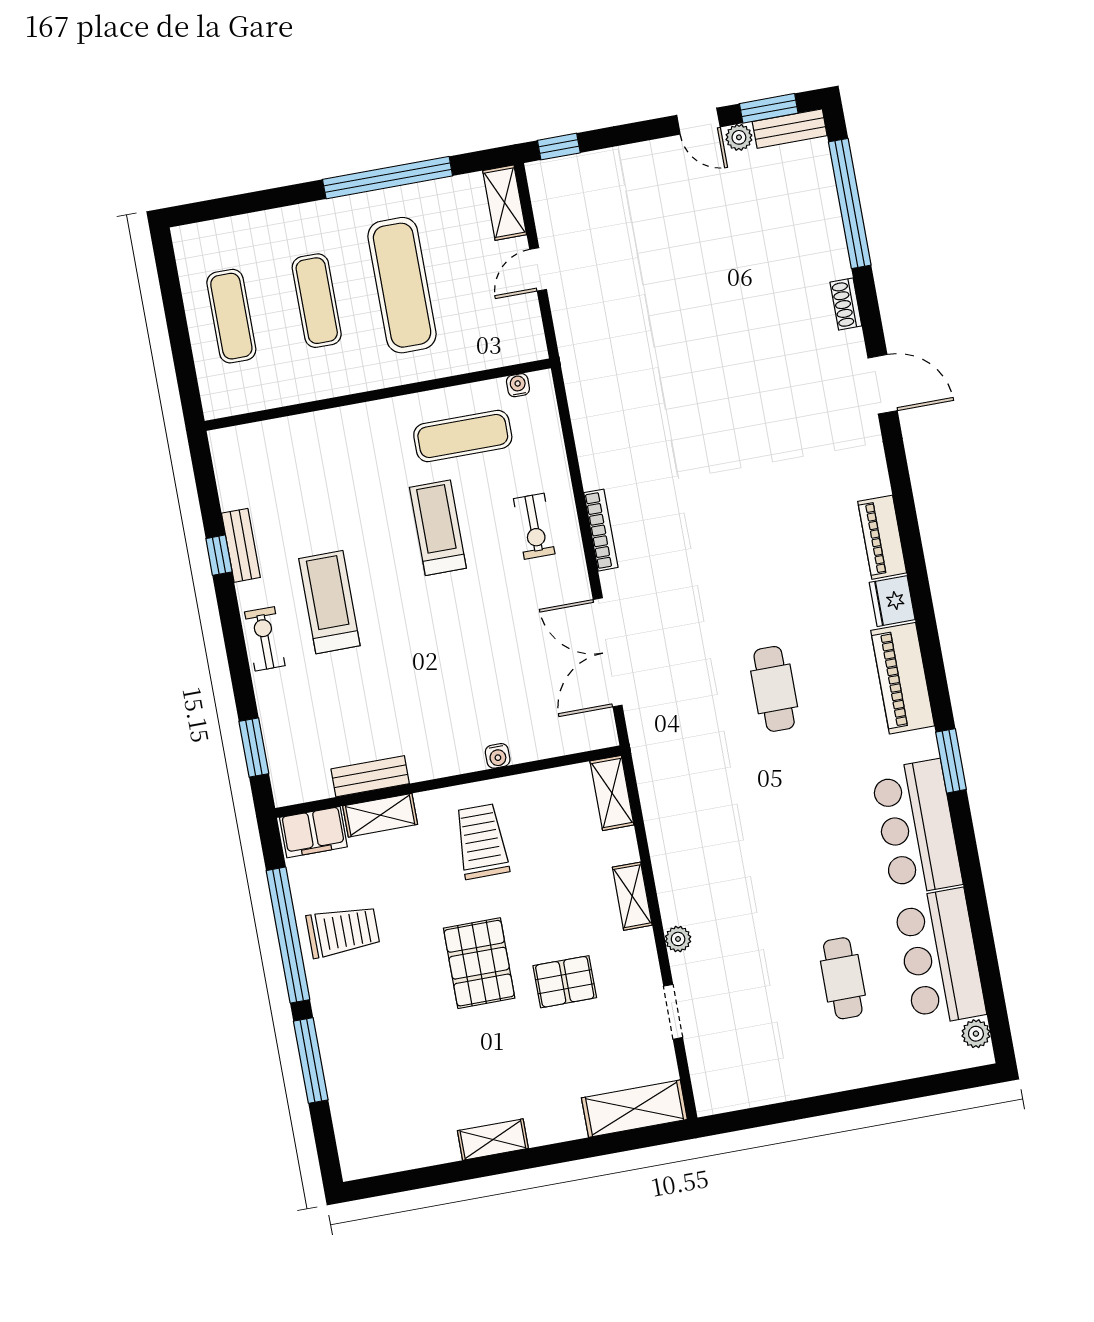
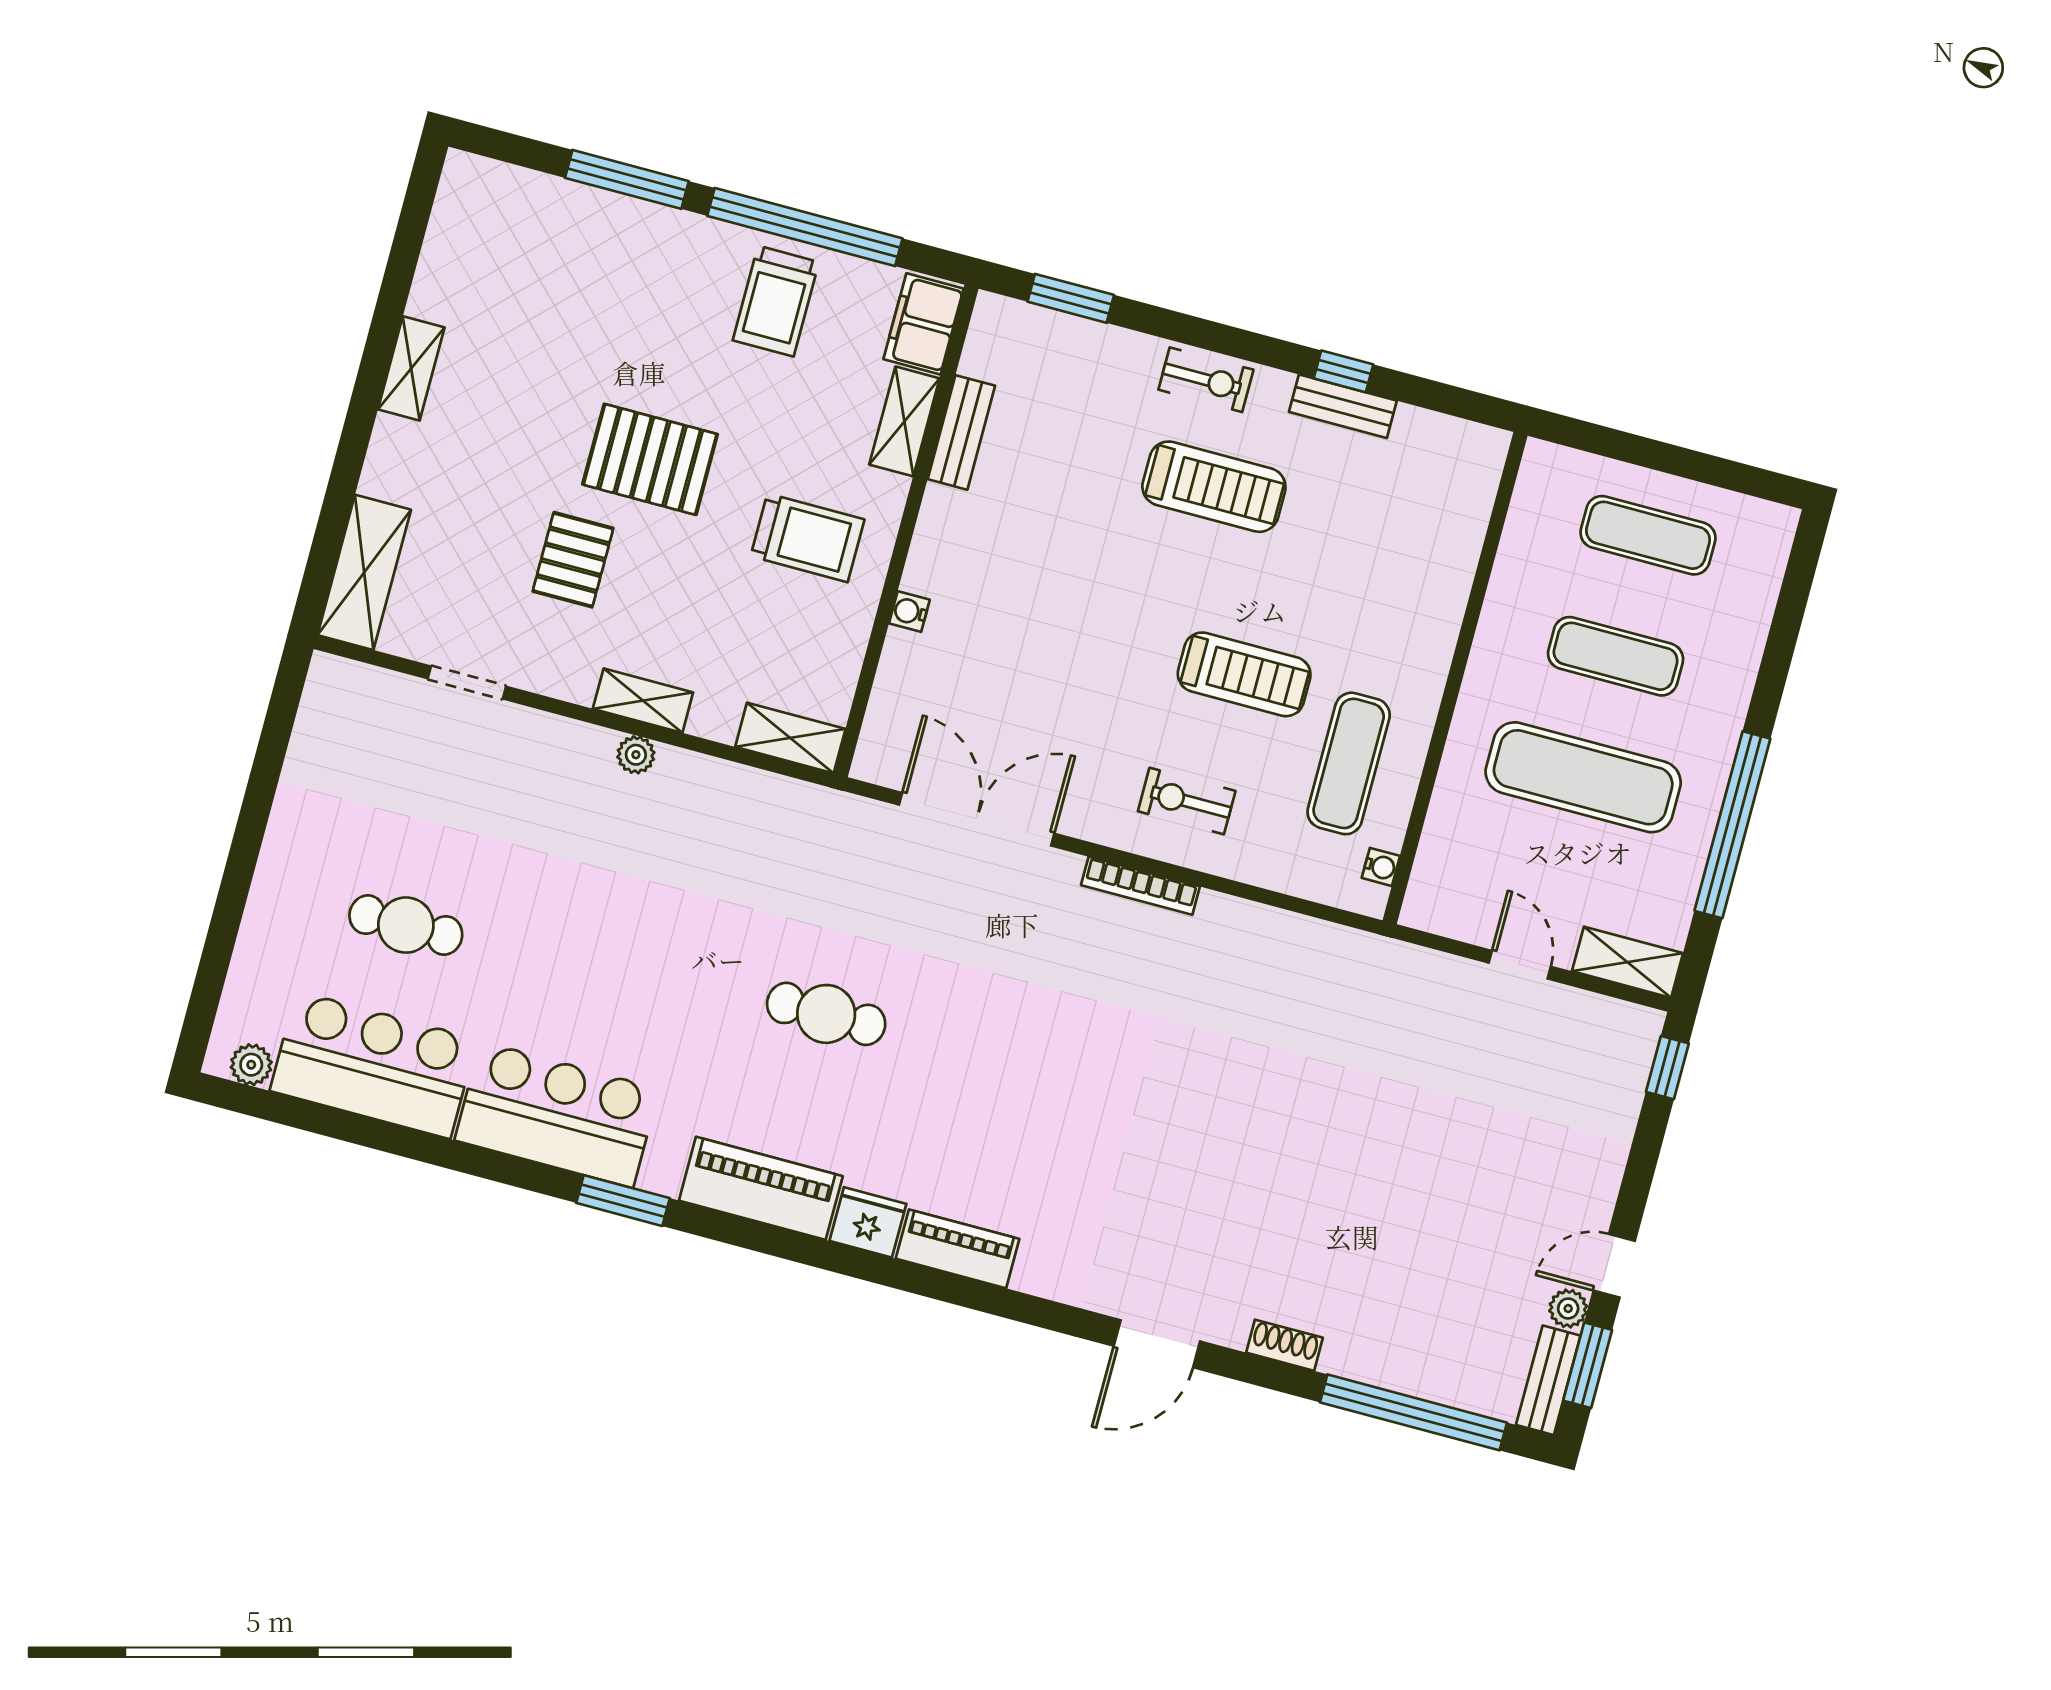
plant: (678, 939) -> (636, 755), moved

